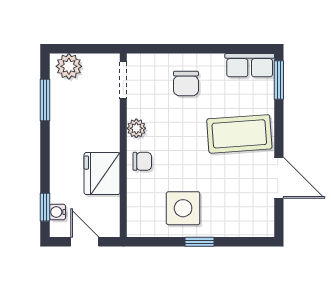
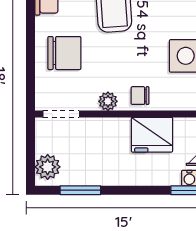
chair: (186, 83) -> (64, 53), width x1.37, depth x1.37
chair: (142, 161) -> (140, 96), turned -90

